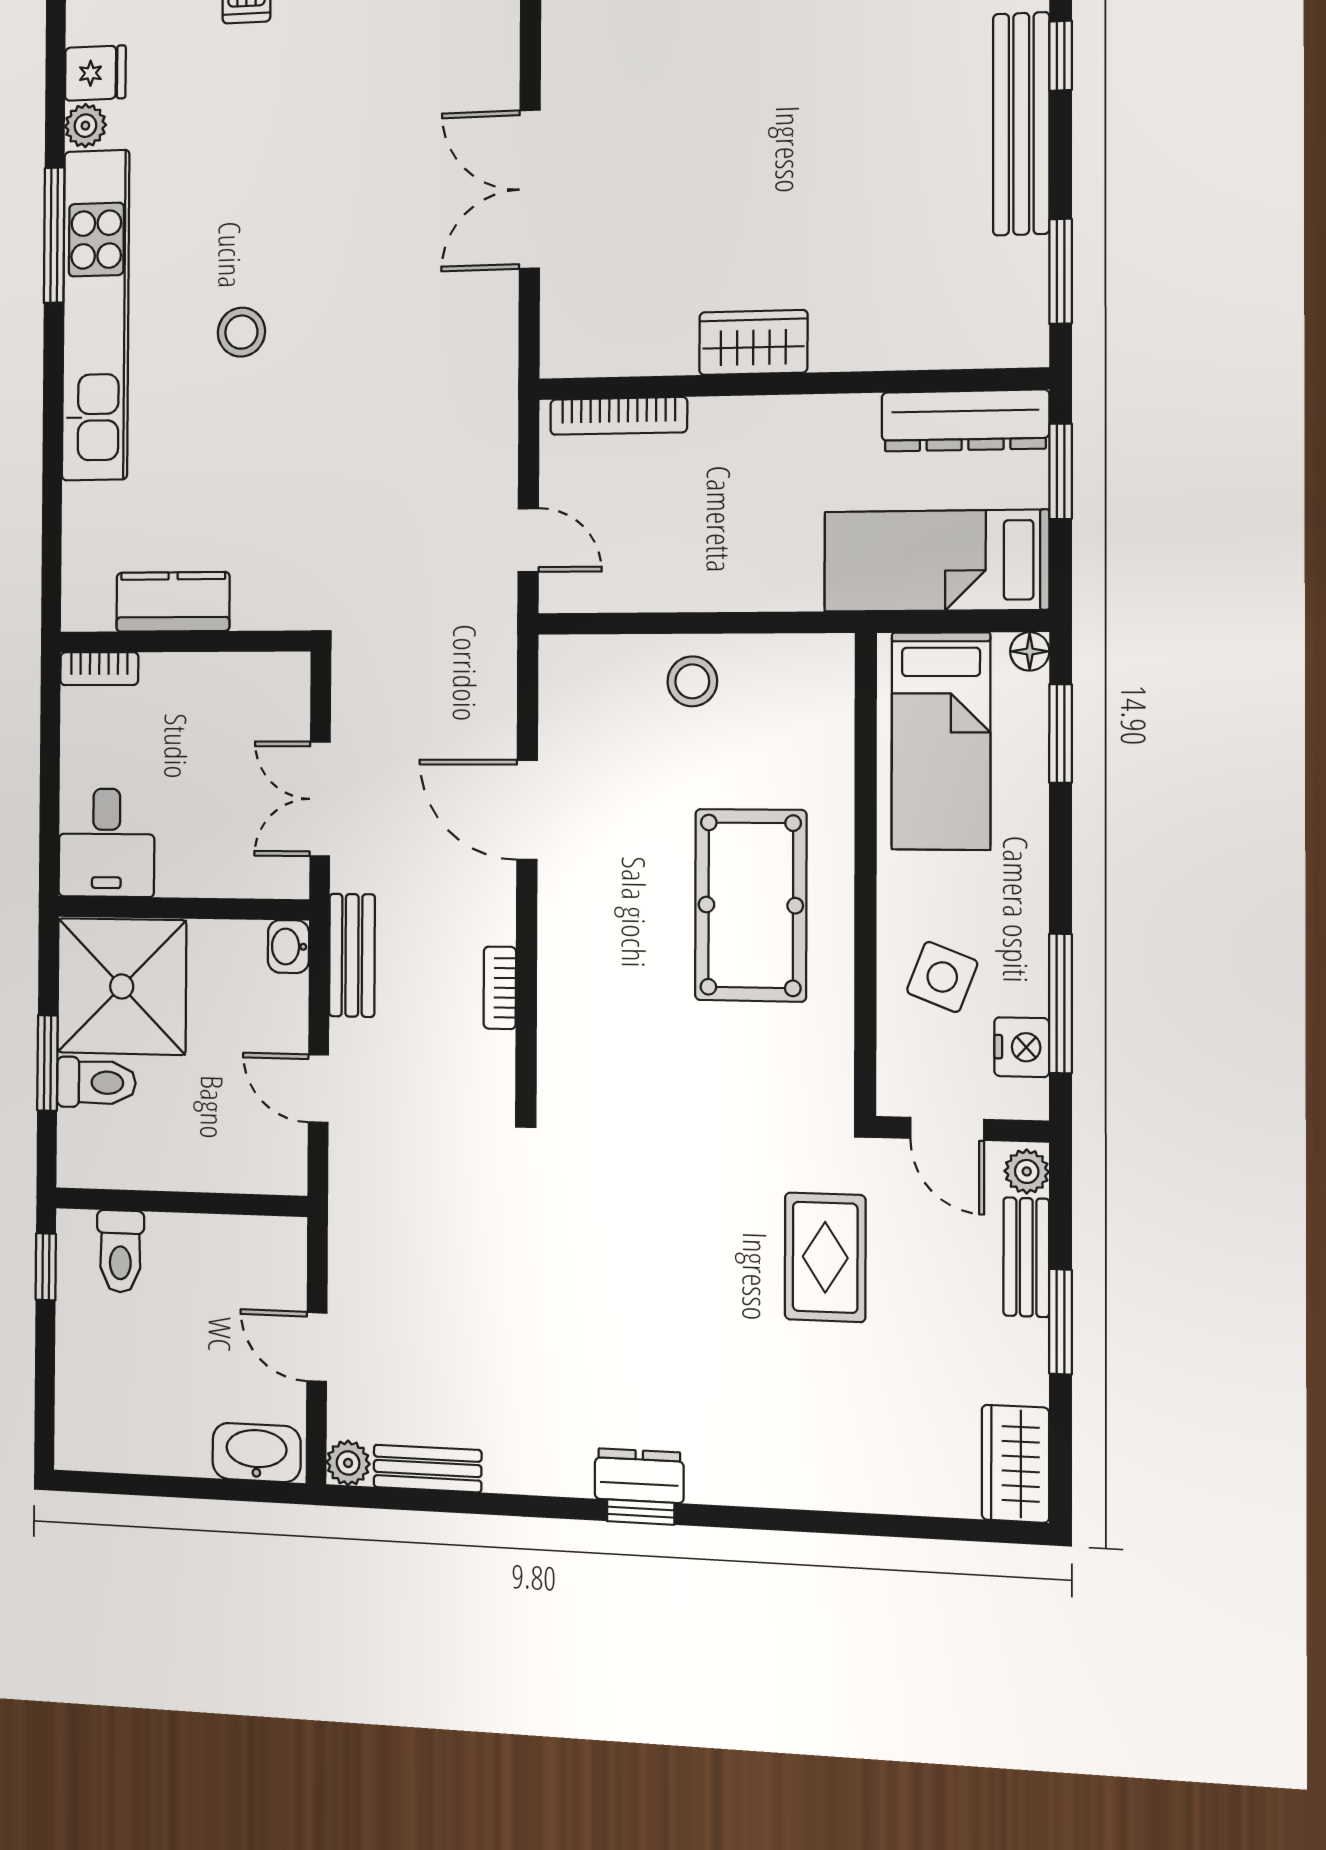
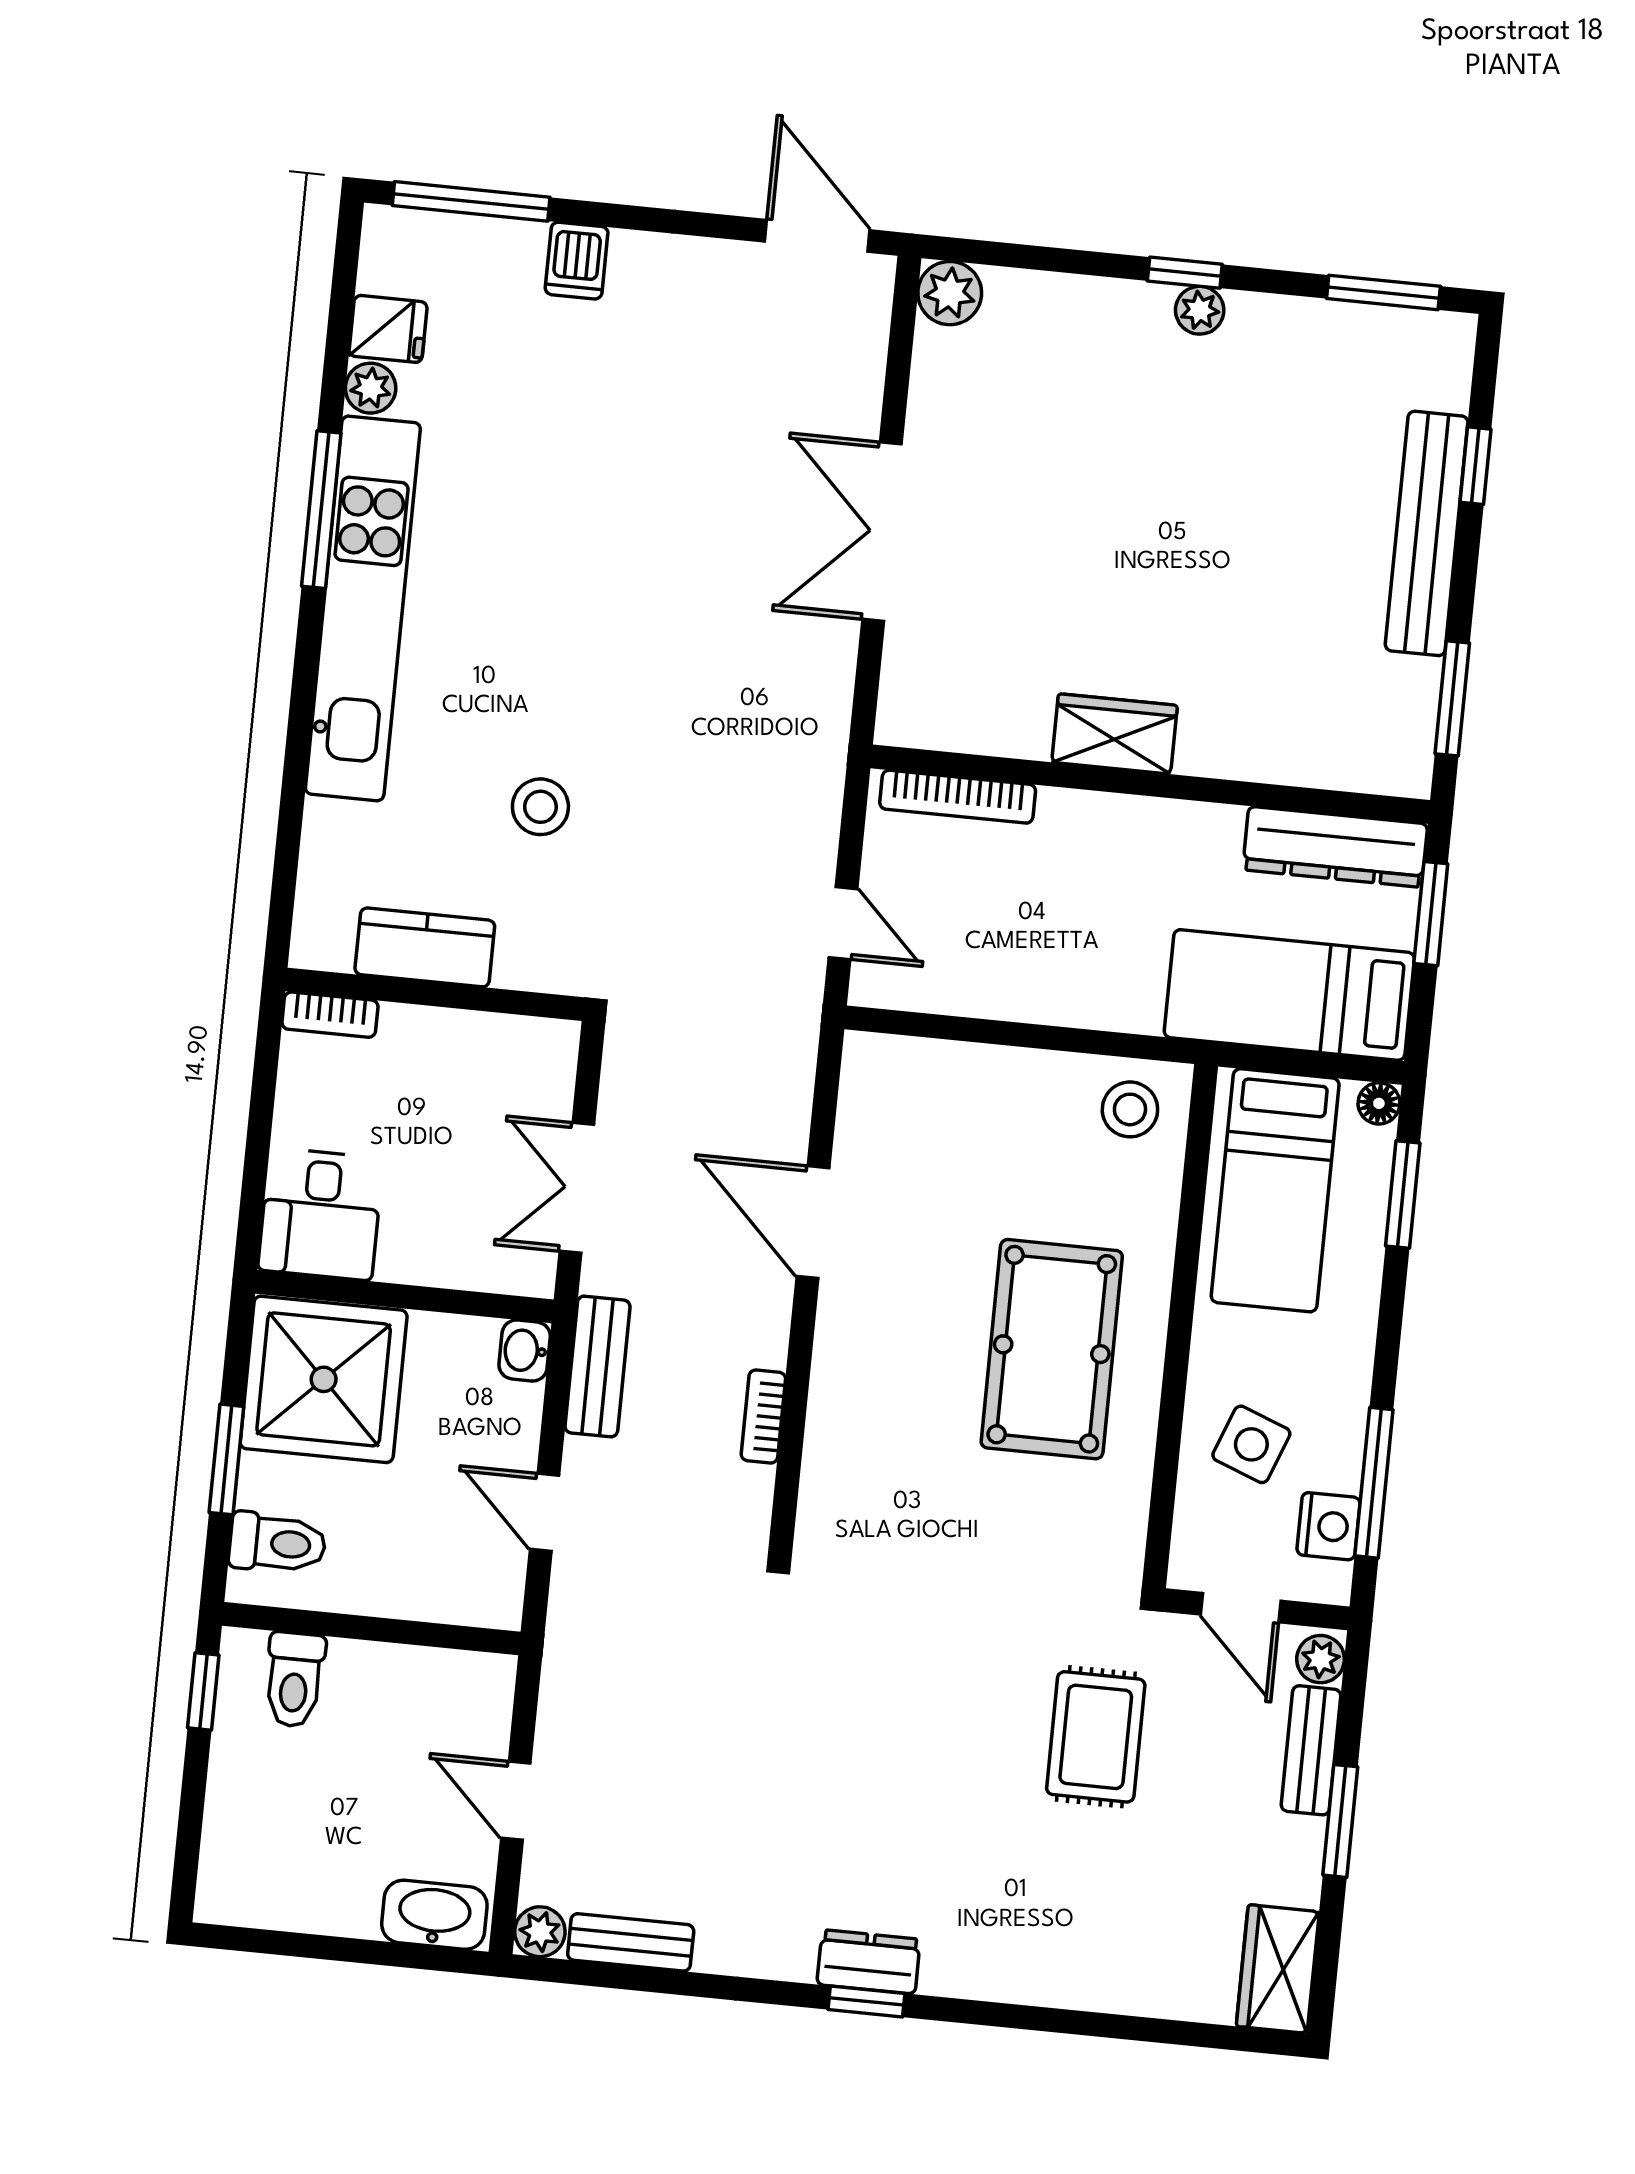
stool: (241, 332) -> (540, 807), moved
stool: (692, 681) -> (1130, 1109), moved
toilet: (96, 1082) -> (278, 1543), moved

